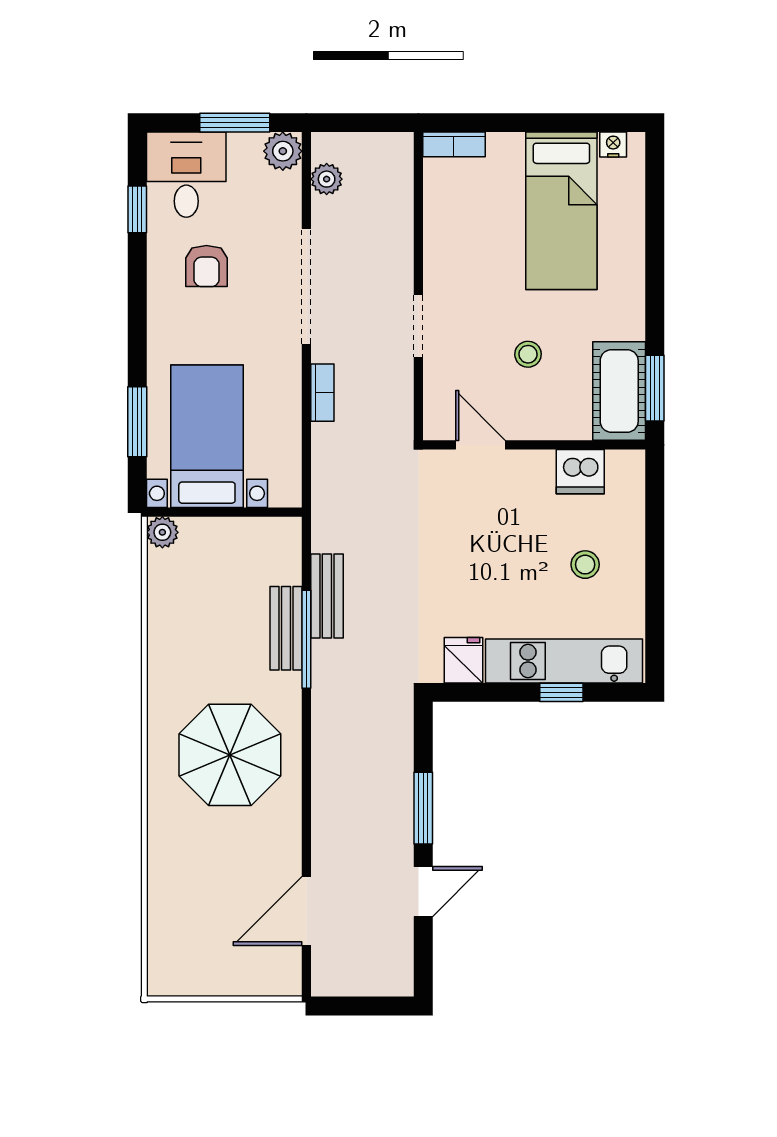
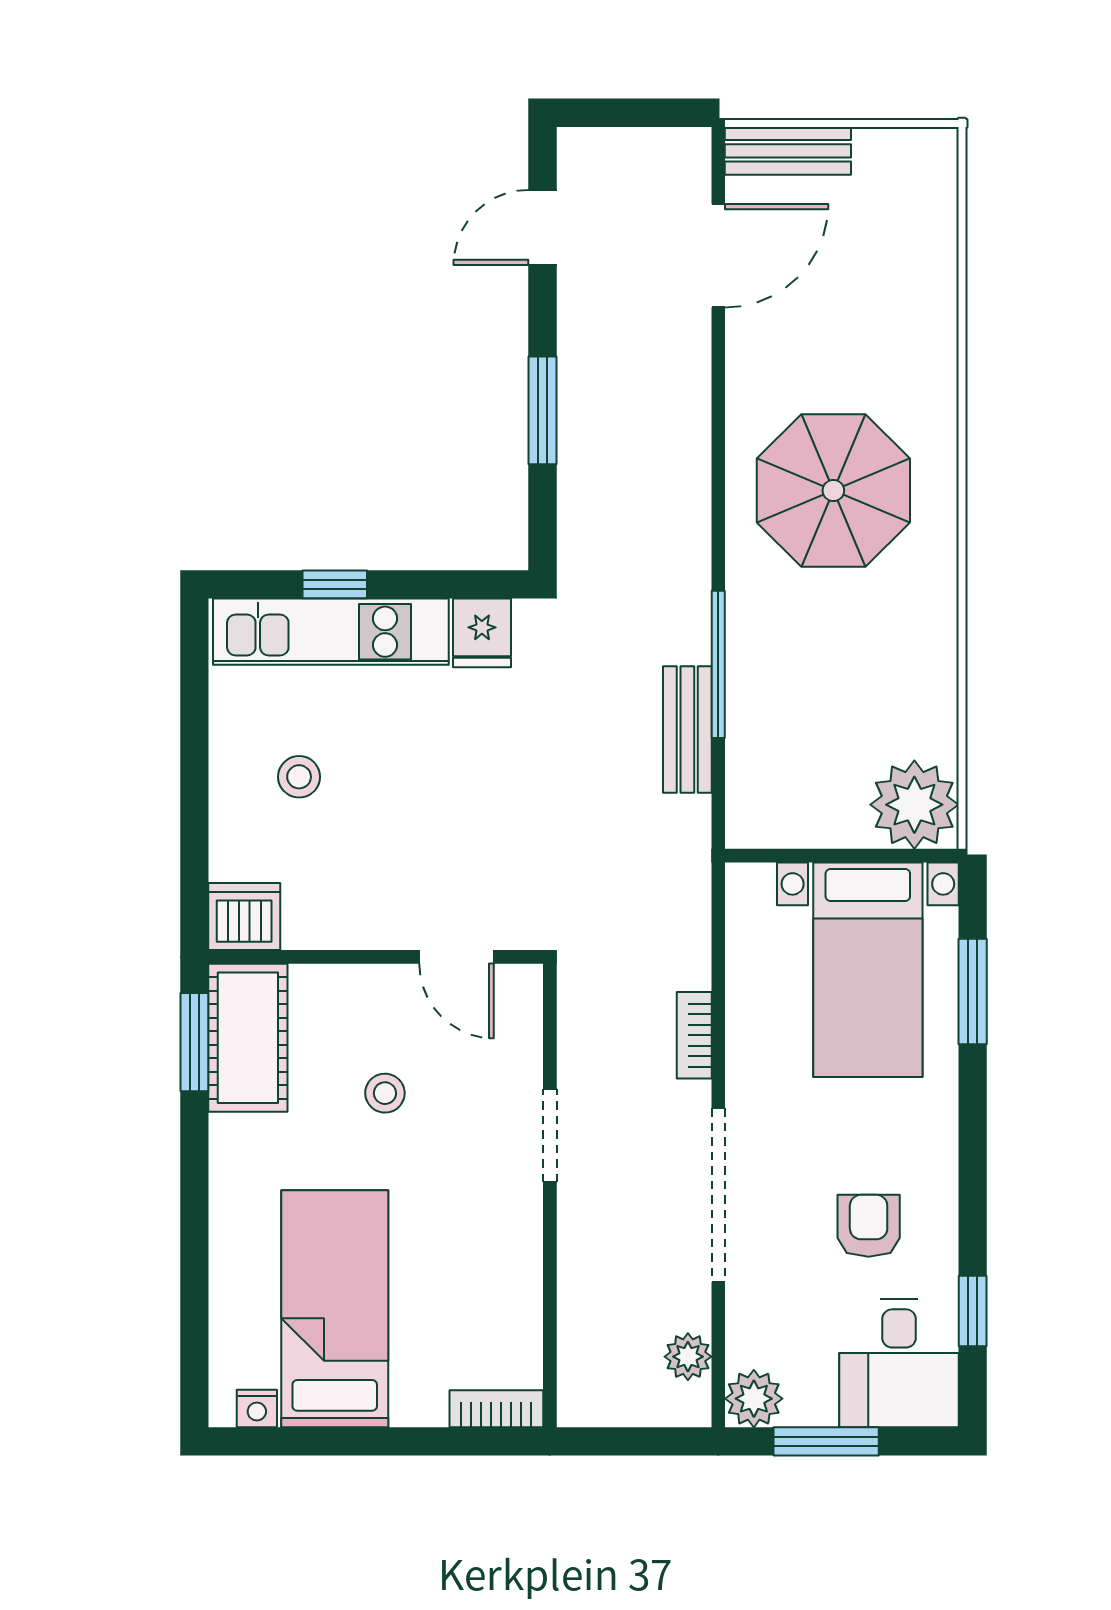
dishwasher: (580, 472) -> (244, 916), moved
plant: (162, 532) -> (914, 805), width x1.87, depth x1.87
bench: (286, 628) -> (788, 151), moved, turned 90
door: (423, 892) -> (542, 228), moved

